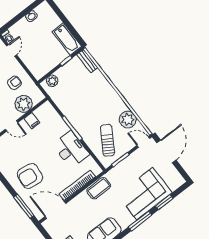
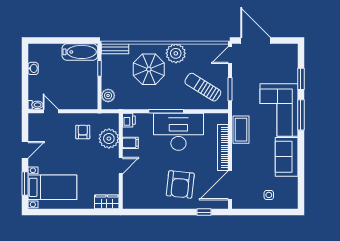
parasol: (91, 95) -> (149, 69), added
printer: (46, 108) -> (129, 120), added
plant: (128, 120) -> (176, 53), moved
desk: (71, 149) -> (178, 132), width x1.36, depth x1.30
corner sofa: (145, 194) -> (279, 110), moved
window: (24, 206) -> (204, 212), width x0.46

